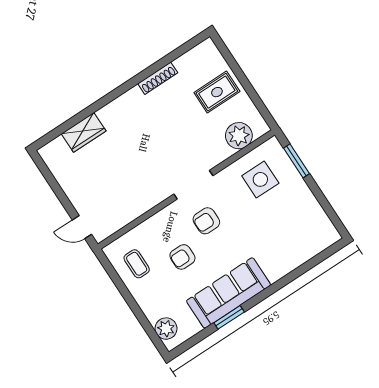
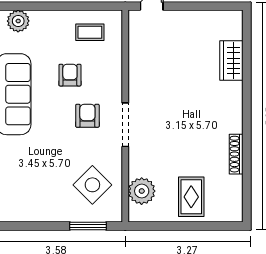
side table: (260, 179) -> (92, 185), turned 45

